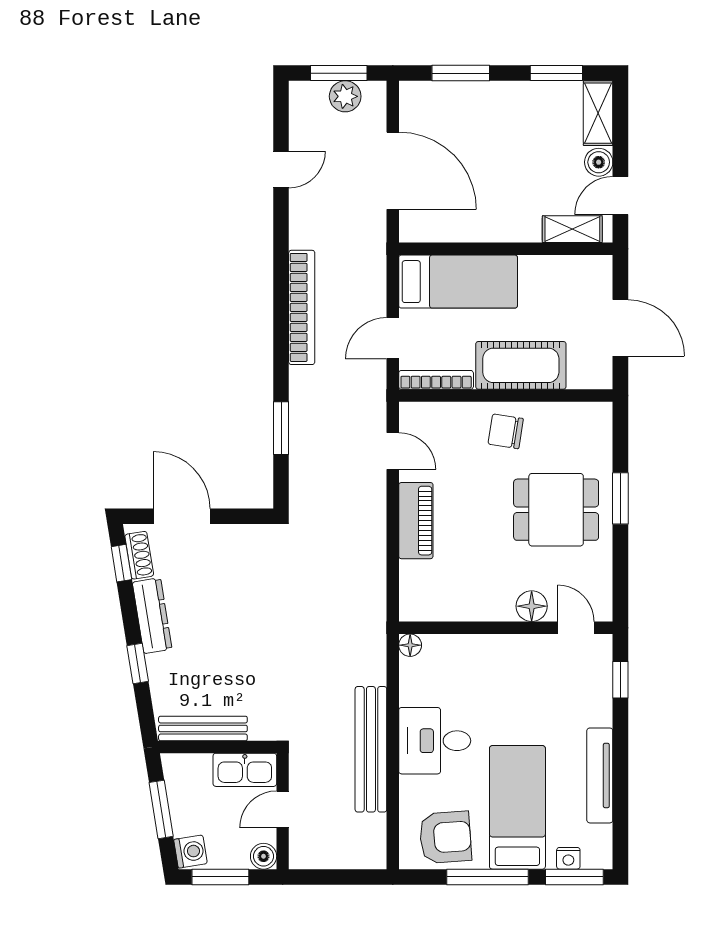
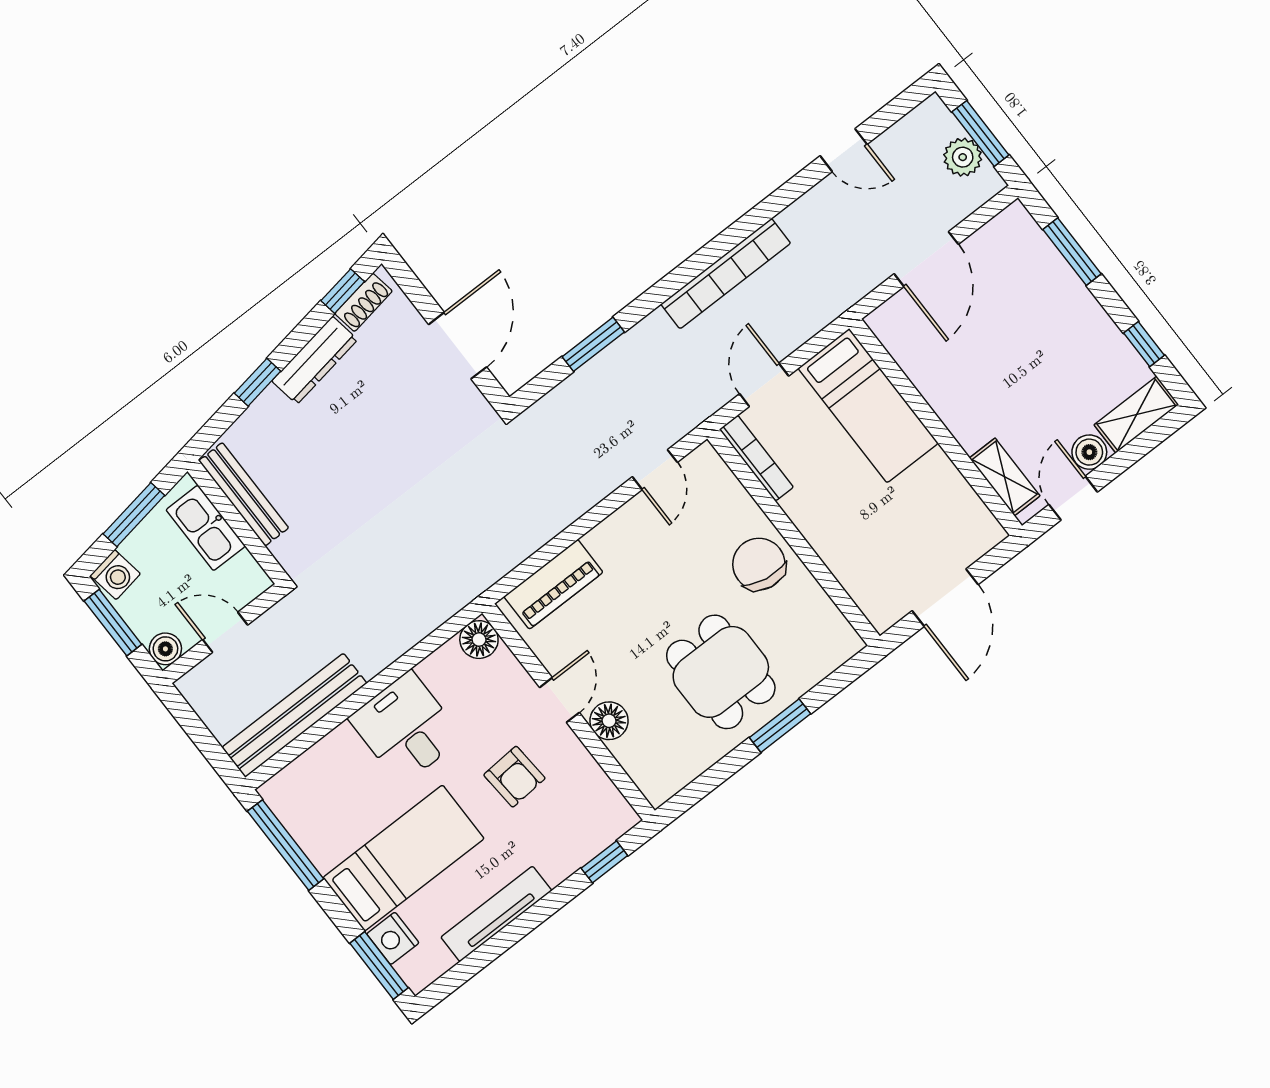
window: (556, 73) -> (1144, 344), width x0.67
door: (393, 171) -> (926, 259), width x0.73
door: (620, 196) -> (1073, 498), hinge flipped
door: (393, 338) -> (764, 385), hinge flipped
cot: (521, 365) -> (834, 529), removed
chair: (506, 431) -> (759, 564), width x1.37, depth x1.37
door: (182, 516) -> (458, 346), moved
piano: (416, 521) -> (553, 584), moved
door: (576, 628) -> (559, 700), moved
floor lamp: (410, 645) -> (479, 640), width x1.37, depth x1.37
bench: (371, 749) -> (294, 715), moved
kitchen sink: (245, 770) -> (206, 528), moved
armchair: (445, 837) -> (514, 777), moved, width x0.72, depth x0.72
nightstand: (568, 858) -> (393, 938), width x1.39, depth x1.35
window: (487, 877) -> (286, 845), moved

